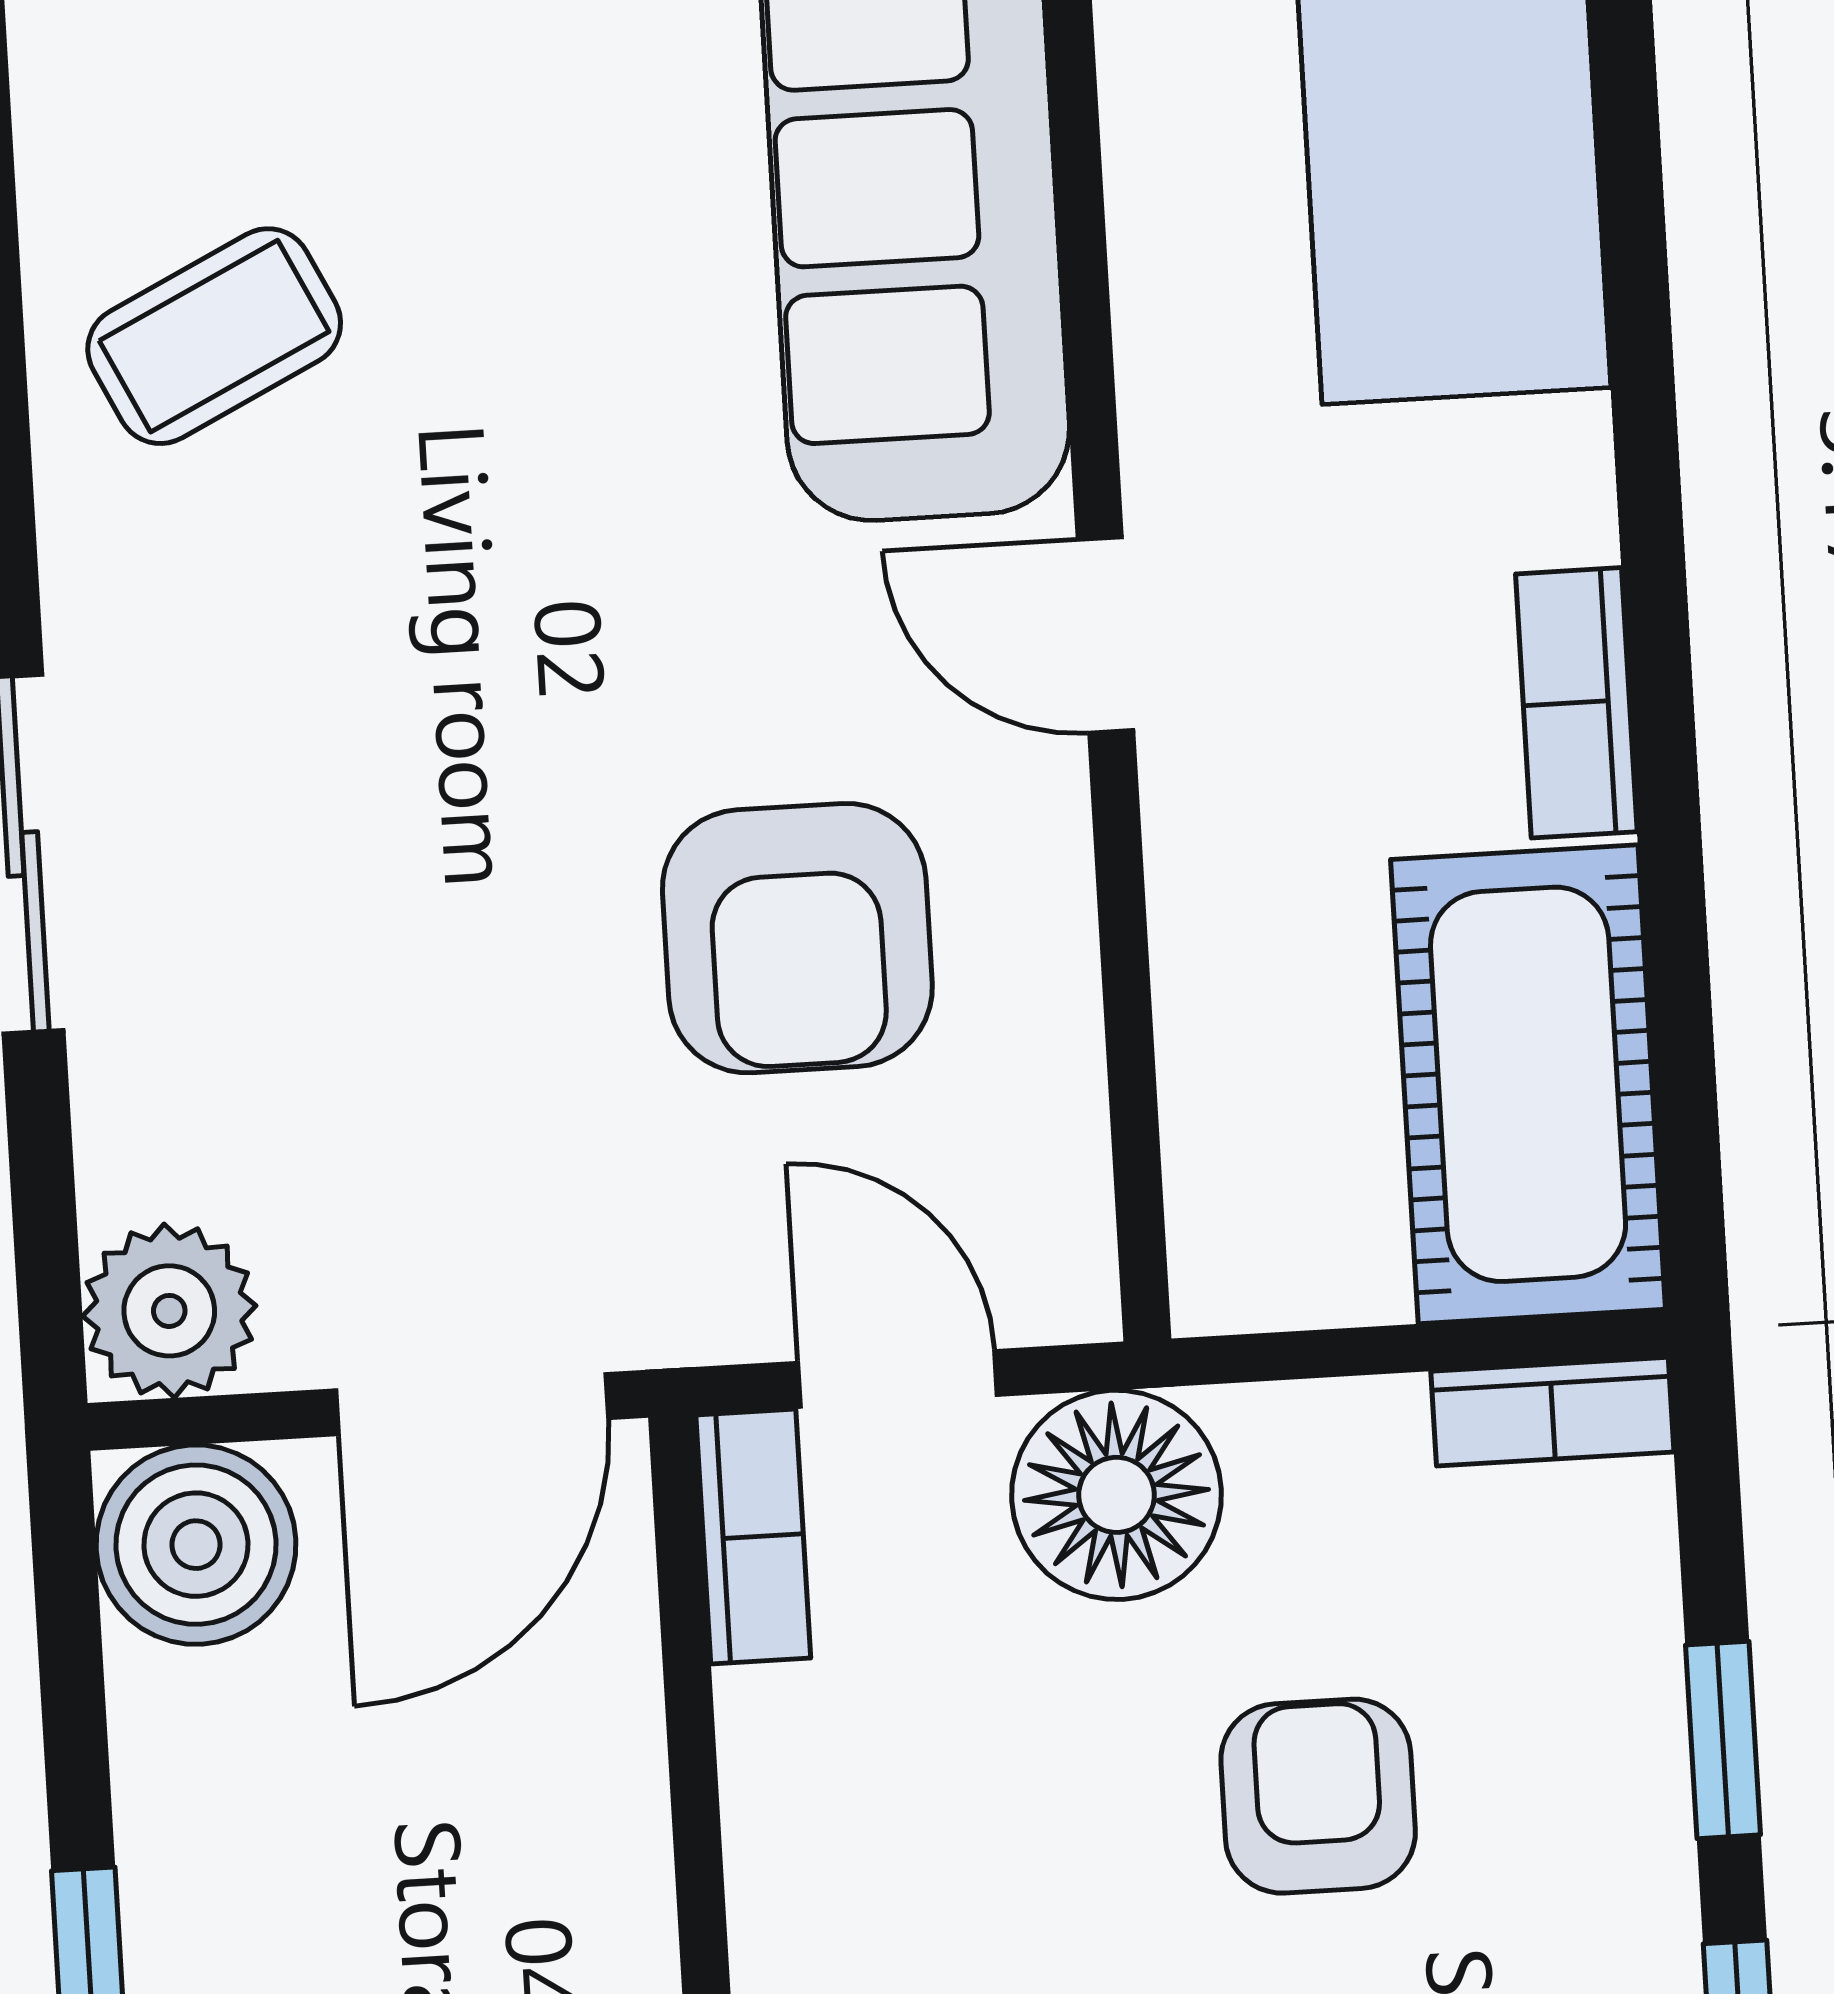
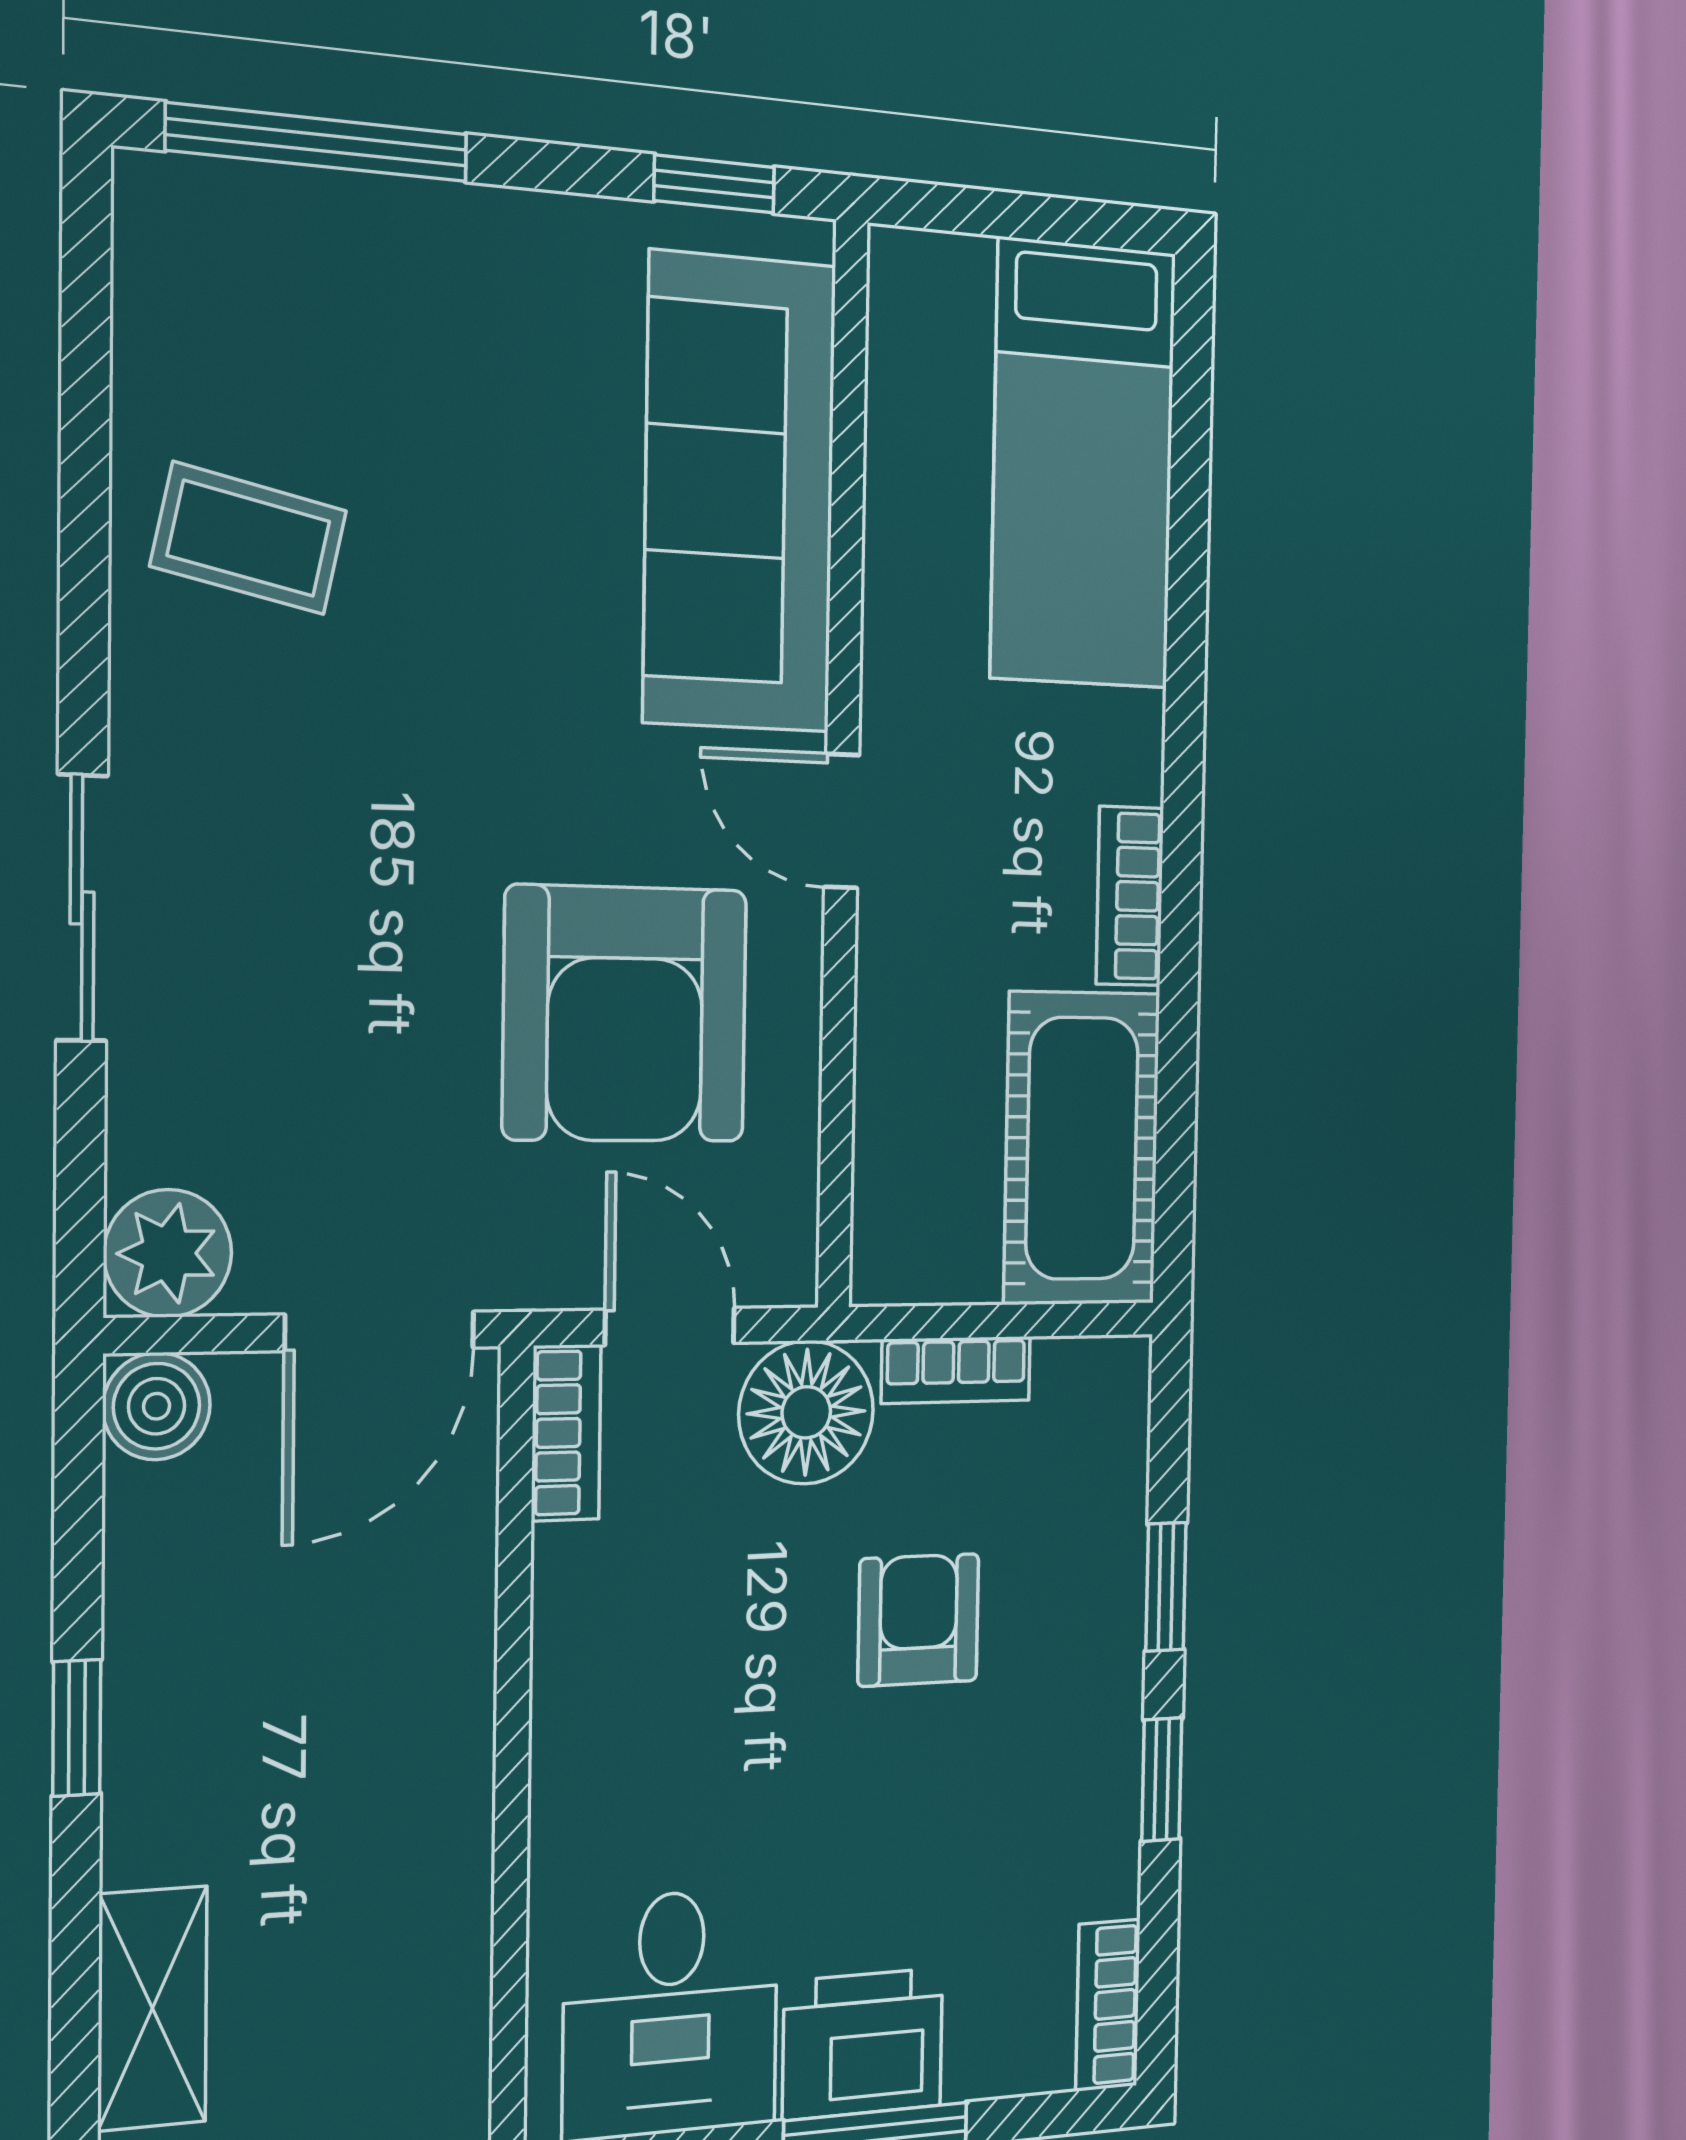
coffee table: (214, 336) -> (249, 538), turned 38
armchair: (797, 938) -> (625, 1014), width x1.36, depth x1.36
bookcase: (1552, 1412) -> (956, 1370), moved
boiler: (196, 1545) -> (157, 1406), width x0.73, depth x0.73

